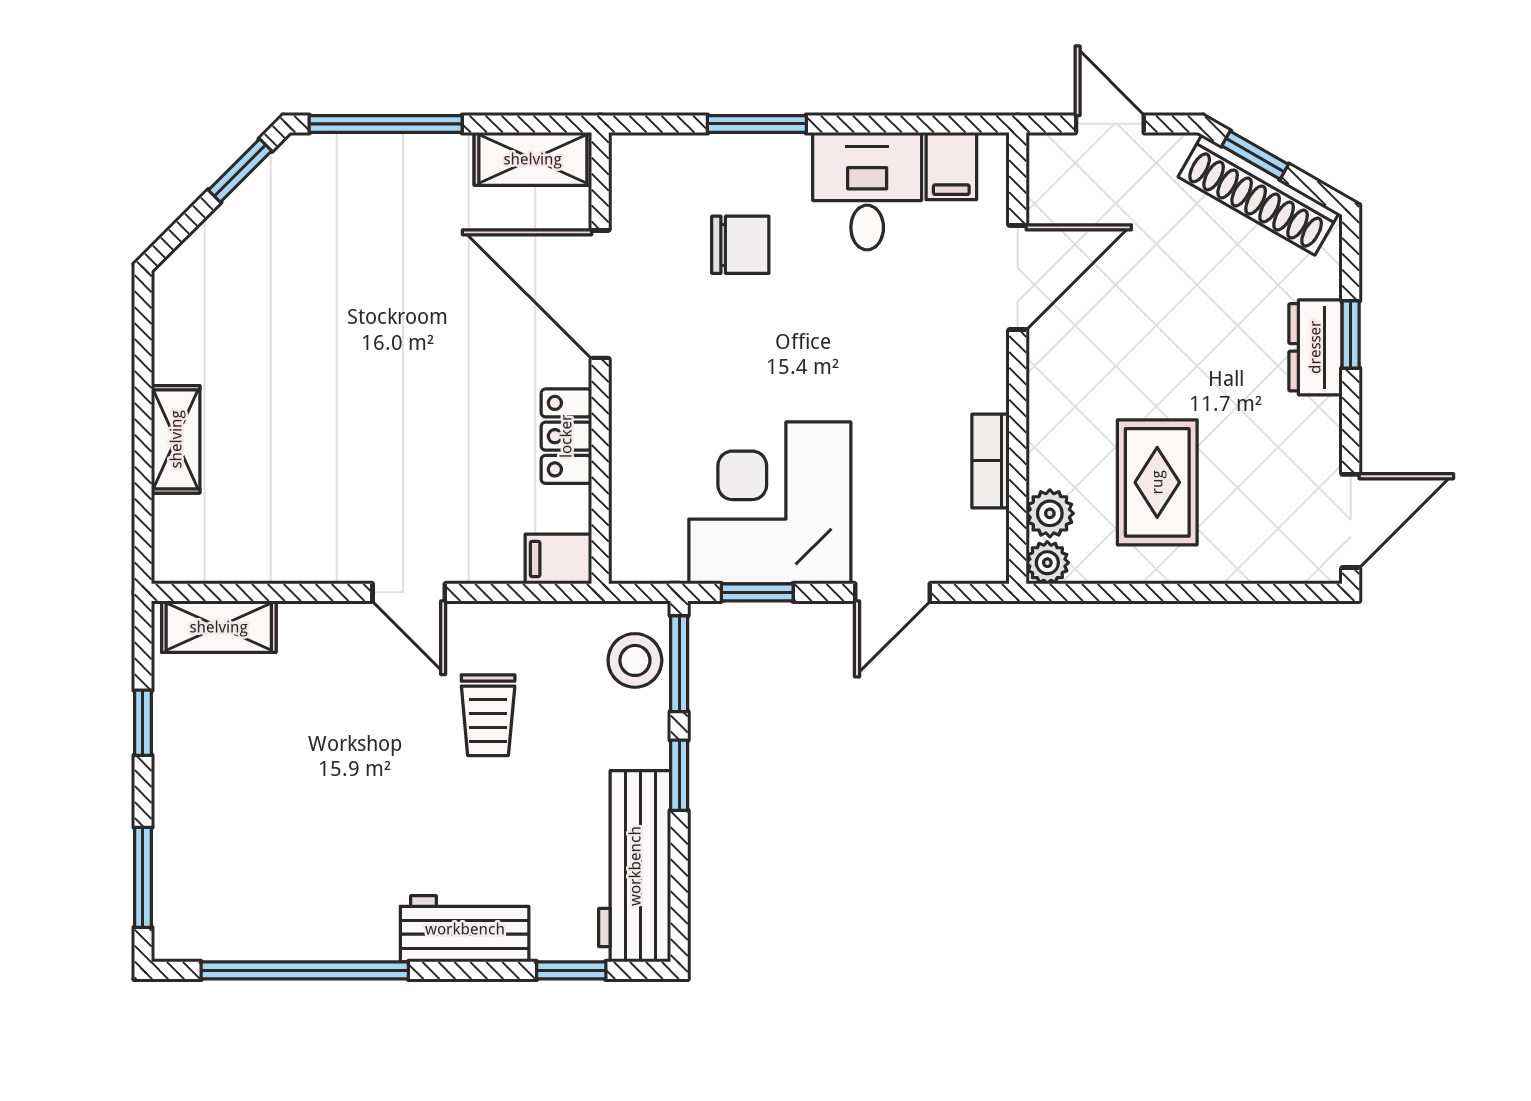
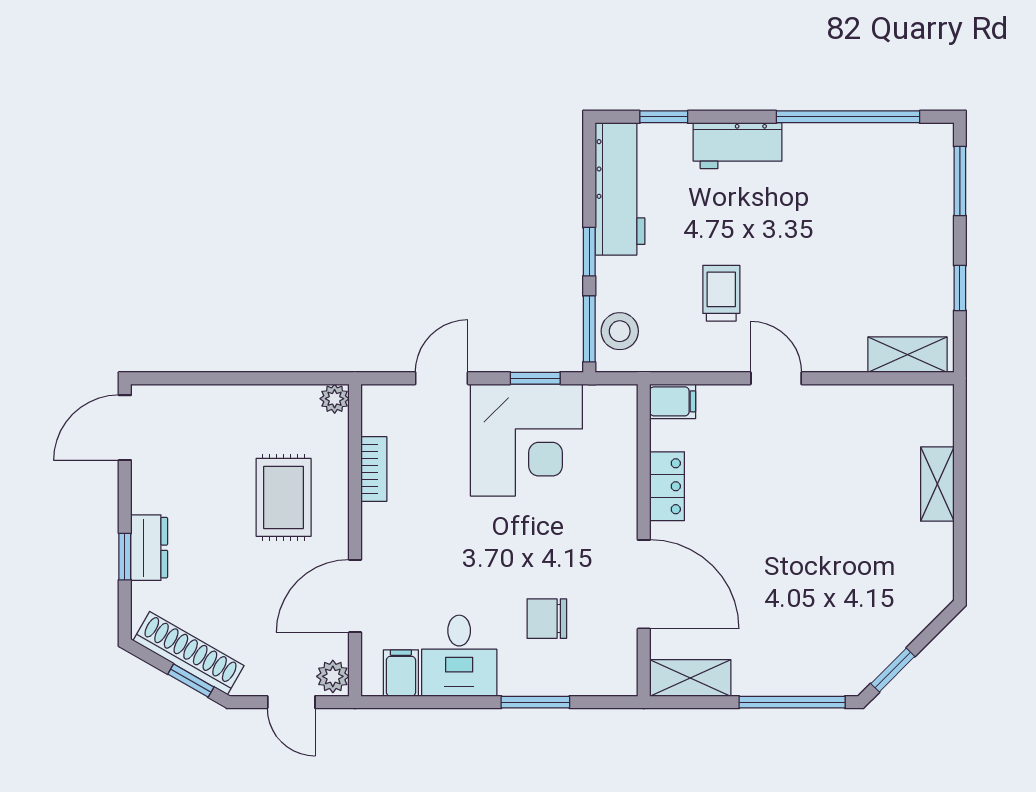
rug: (1157, 482) -> (284, 497), moved
plant: (1050, 513) -> (333, 676), moved

